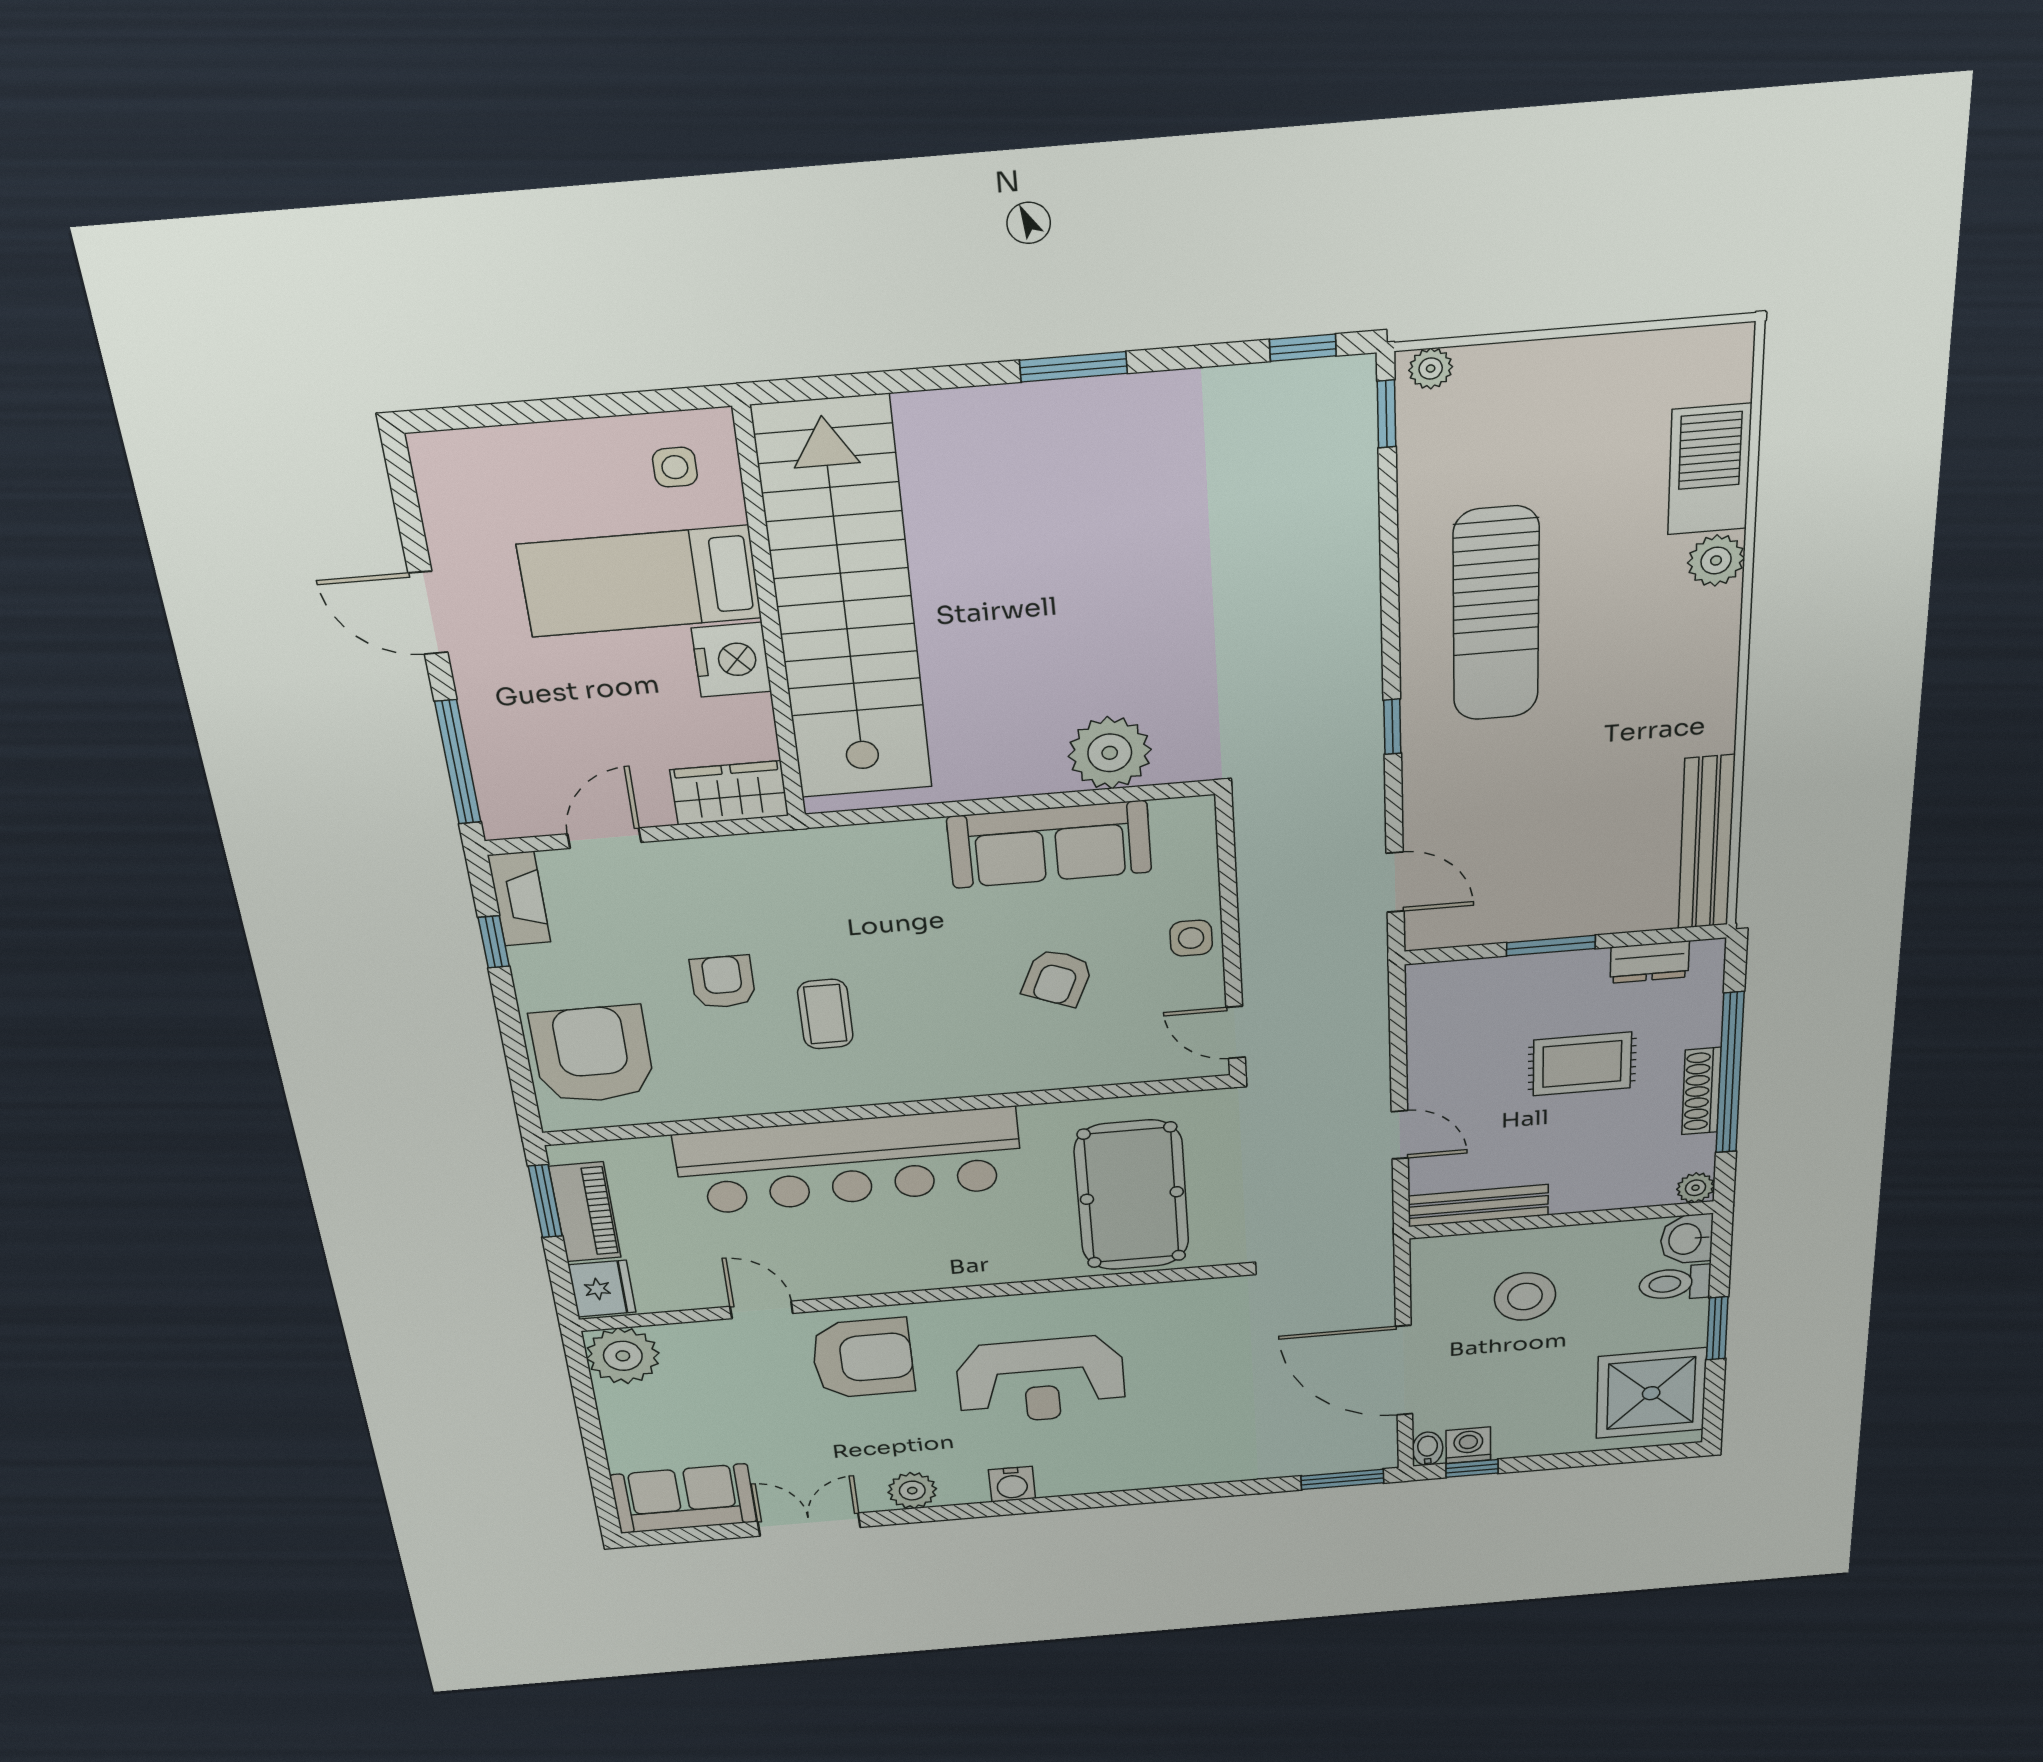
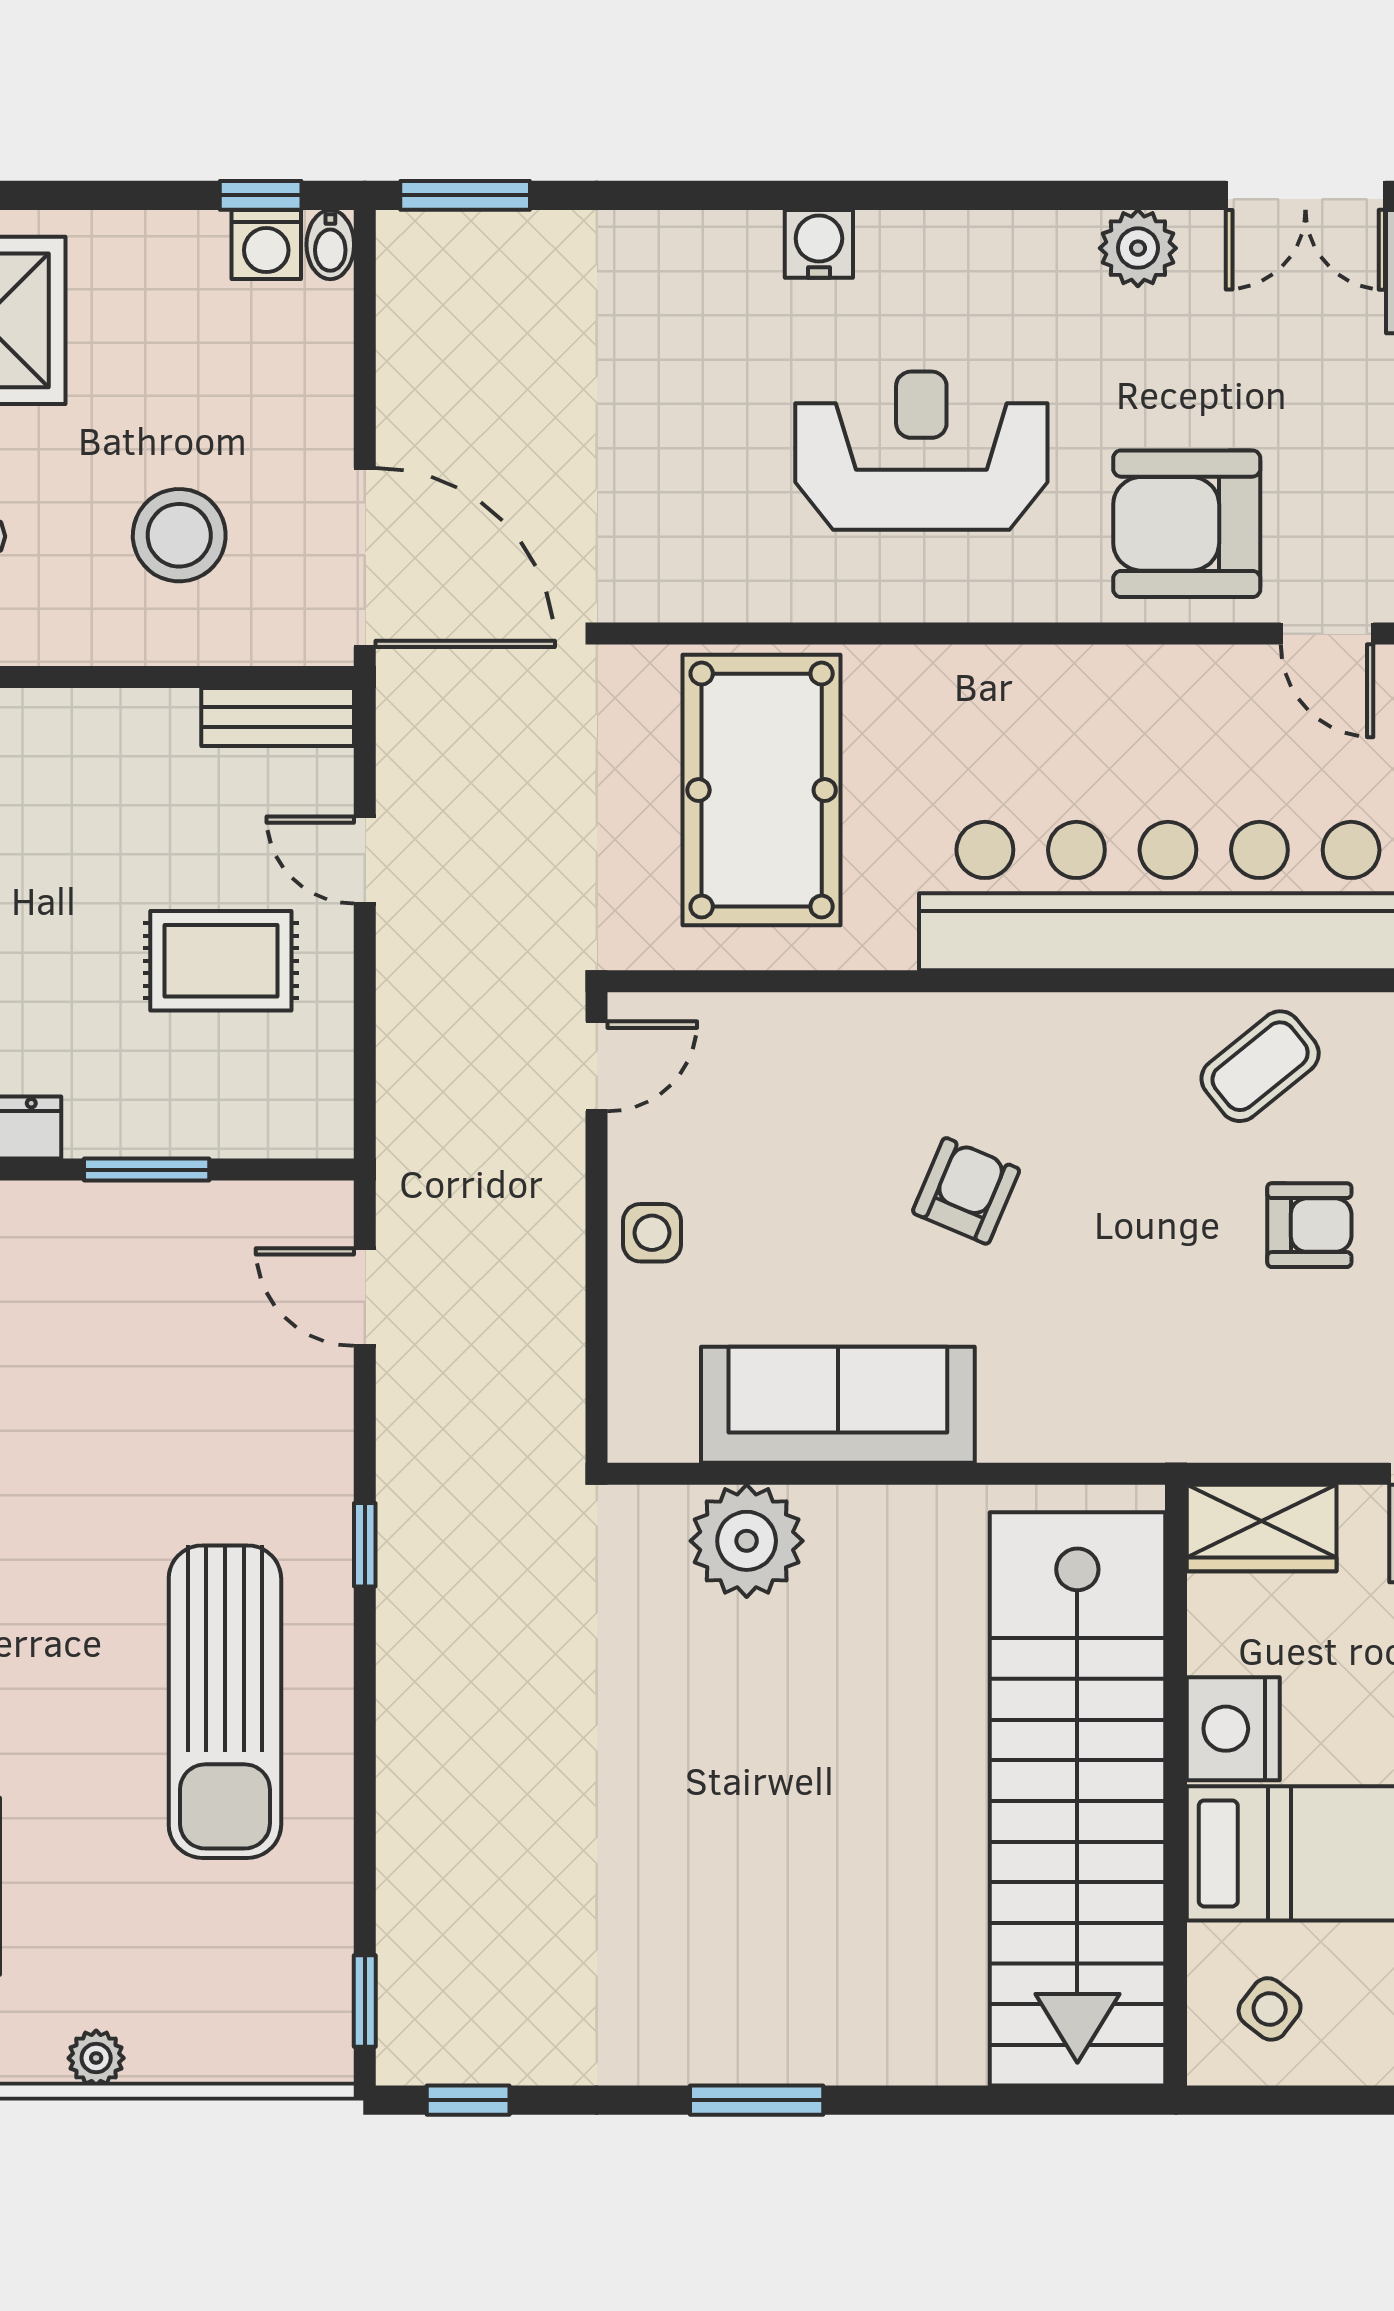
plant: (1431, 368) -> (96, 2058), moved
side table: (675, 467) -> (1270, 2009), turned 38
sun lounger: (1496, 614) -> (225, 1702), turned 180
armchair: (1057, 978) -> (966, 1191), moved
armchair: (723, 982) -> (1309, 1225), turned -90
coffee table: (825, 1014) -> (1260, 1066), moved, turned 51
door: (1236, 1032) -> (597, 1066), hinge flipped
rug: (1582, 1064) -> (221, 961), moved
bench: (1478, 1206) -> (278, 717), width x0.73
door: (1404, 1370) -> (365, 558), moved
water cooler: (1012, 1484) -> (819, 244), moved

